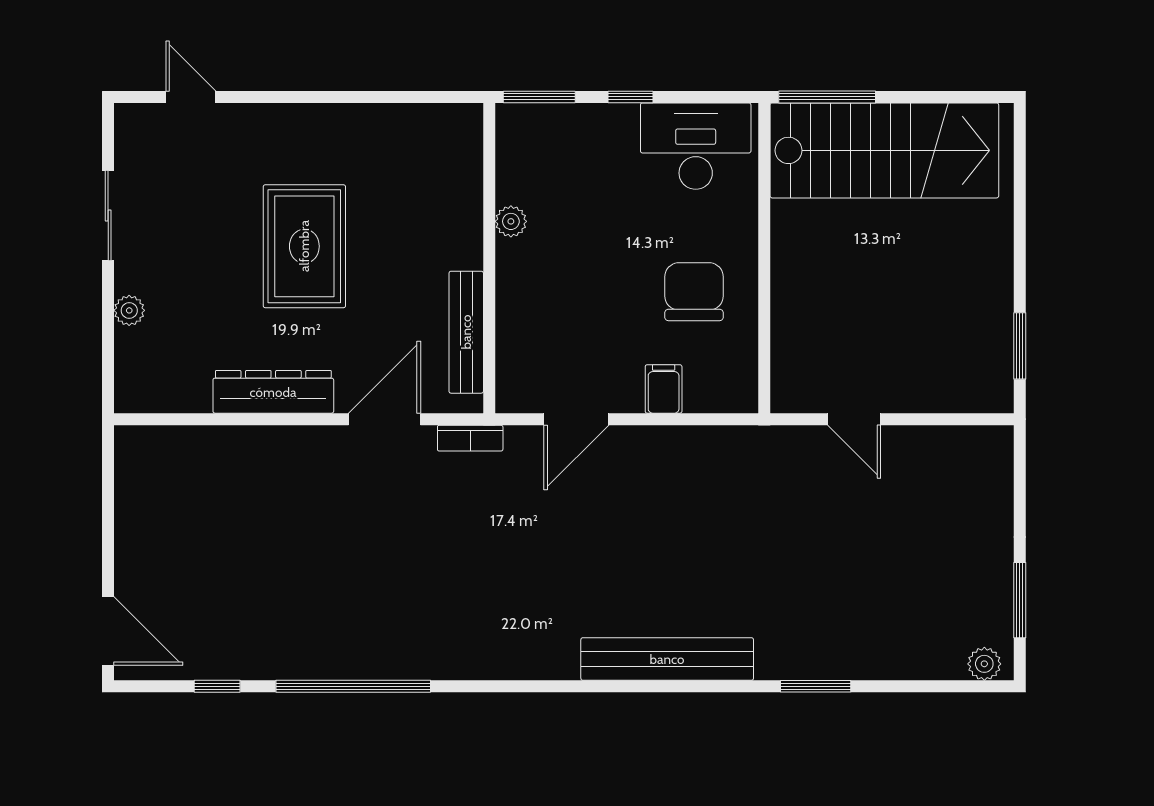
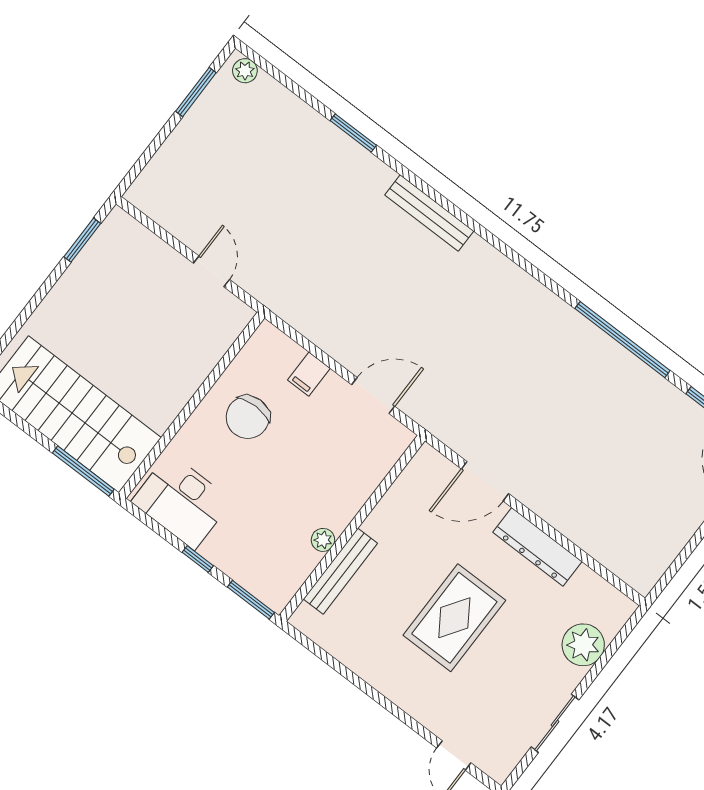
plant: (129, 310) -> (583, 645), width x1.88, depth x1.88
bench: (466, 332) -> (340, 571), moved
bookcase: (470, 438) -> (444, 432), removed
bench: (667, 659) -> (429, 213), width x0.73, depth x0.82

